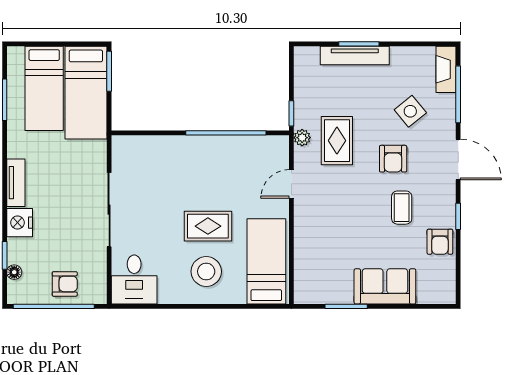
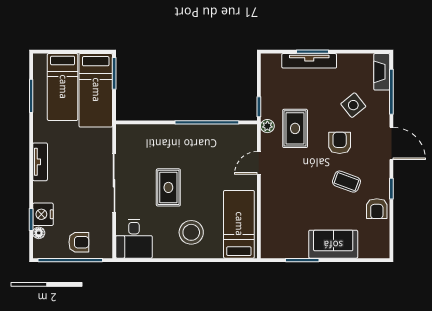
armchair: (393, 159) -> (340, 143), turned 180
coffee table: (402, 208) -> (346, 182), turned -70
nightstand: (20, 223) -> (43, 214), moved
rug: (208, 226) -> (168, 187), moved, turned 90

